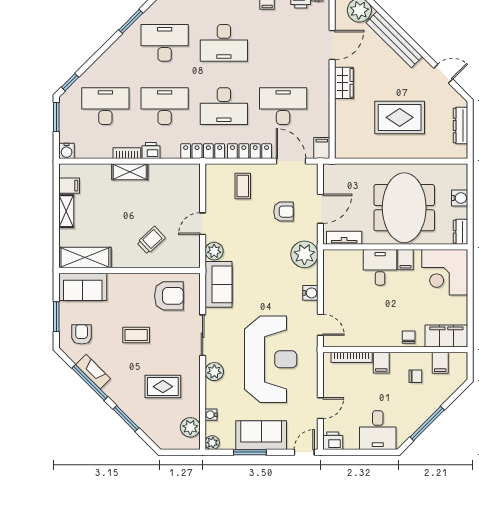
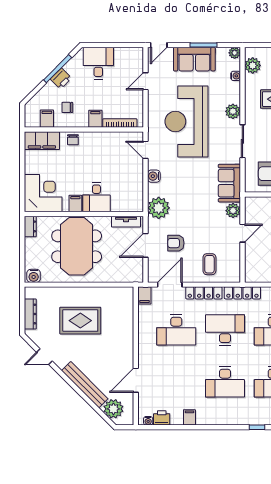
desk: (224, 43) -> (225, 382), turned 180
wardrobe: (344, 83) -> (126, 349), removed
door: (291, 161) -> (170, 285), swing flipped
water cooler: (460, 198) -> (34, 276), moved, turned -90
printer: (333, 441) -> (61, 79), moved, turned -45

